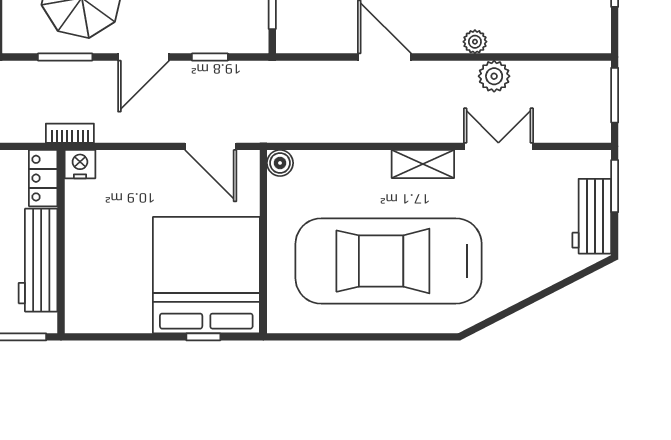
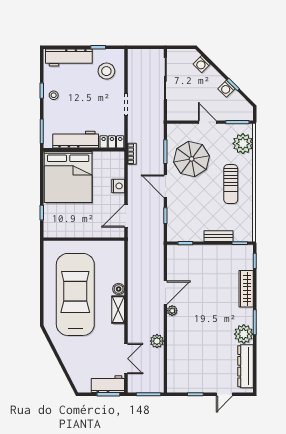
plant: (475, 42) -> (172, 311), moved
double door: (498, 146) -> (126, 359), moved
boiler: (280, 163) -> (119, 289), moved
nightstand: (80, 164) -> (118, 186), moved
workbench: (592, 216) -> (108, 384), moved
bed: (206, 275) -> (68, 177), moved, turned 90

